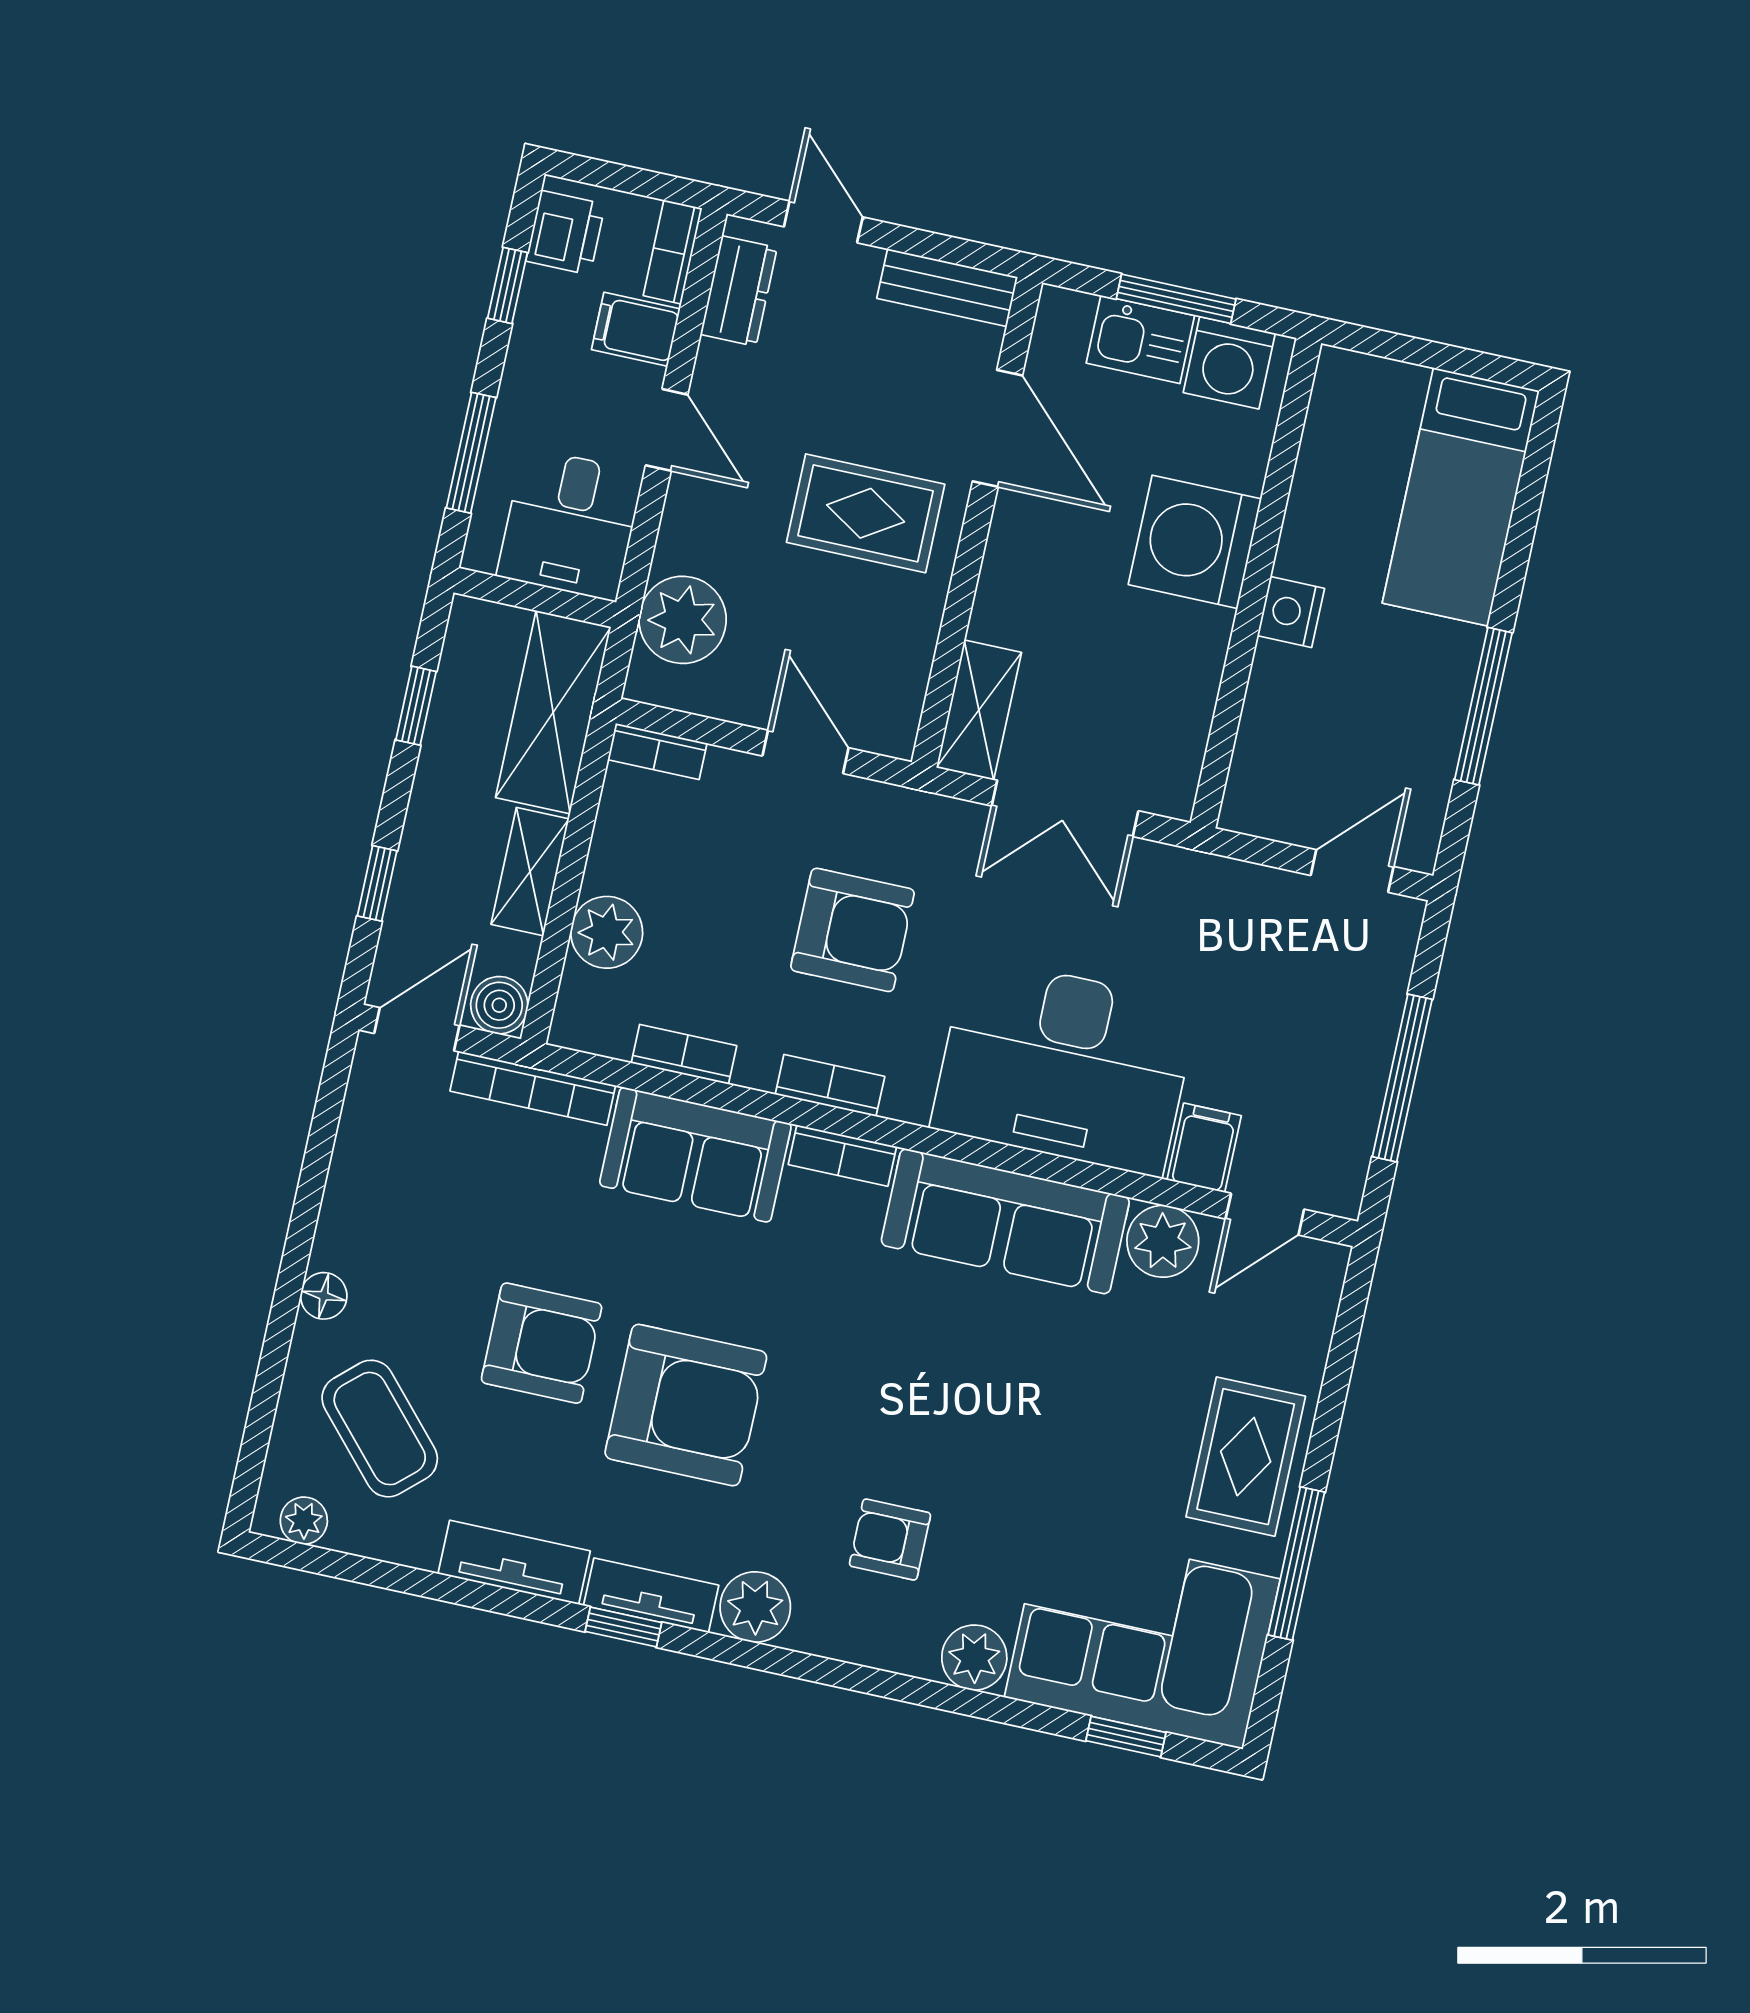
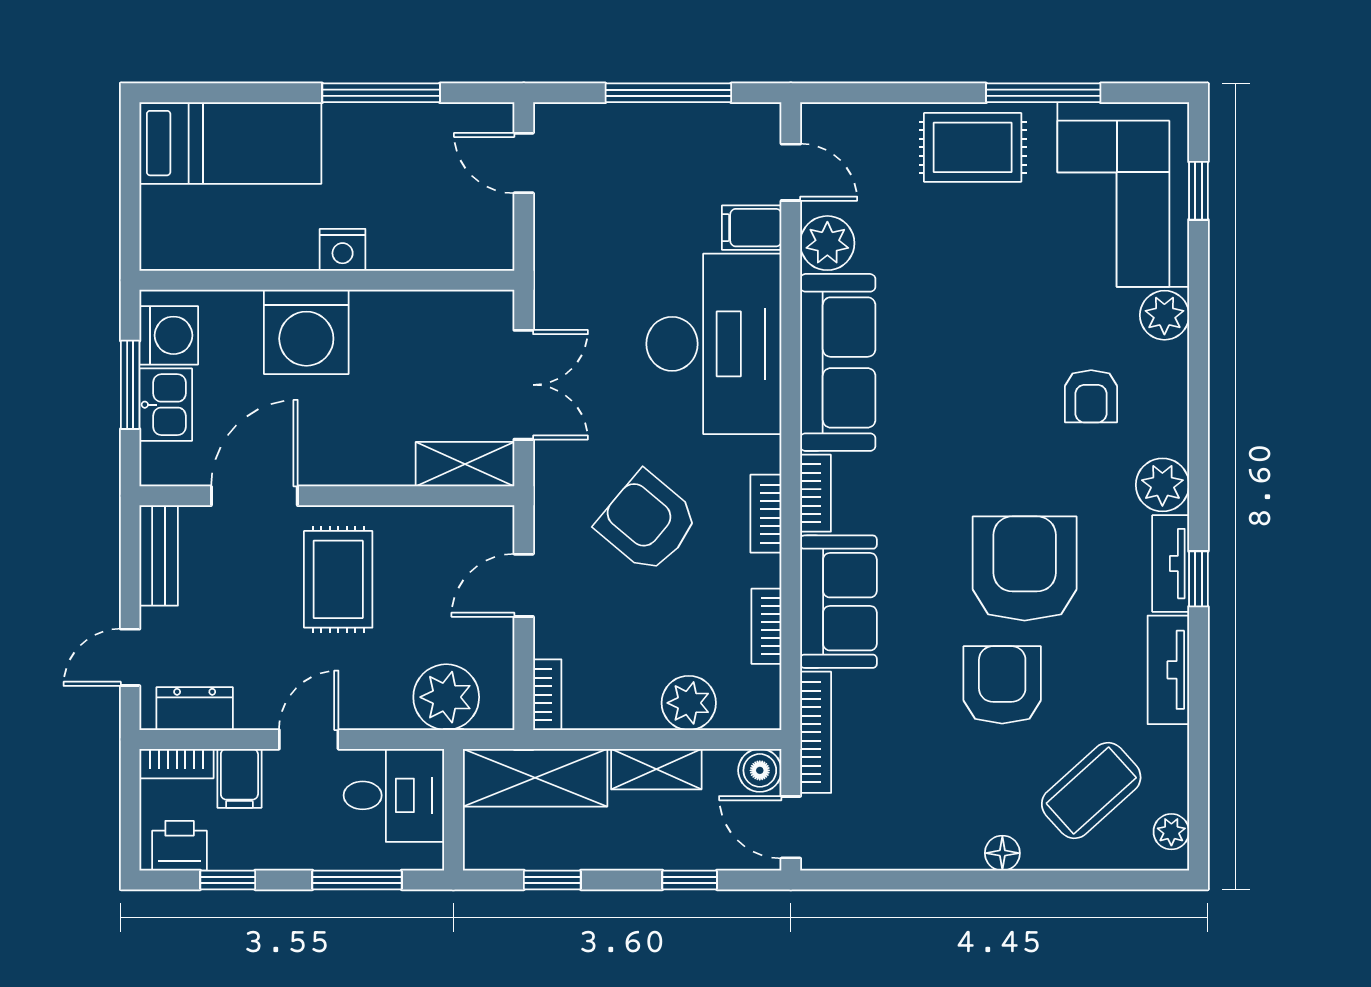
armchair: (852, 930) -> (648, 522), turned -50

